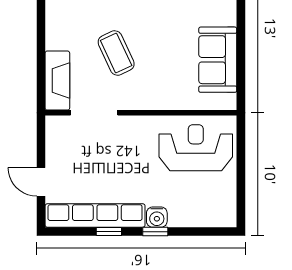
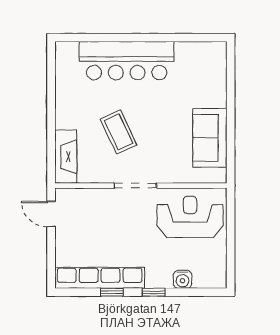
doorway: (94, 113) -> (135, 186), moved
door: (41, 182) -> (51, 214), moved
water cooler: (157, 217) -> (182, 279), moved

